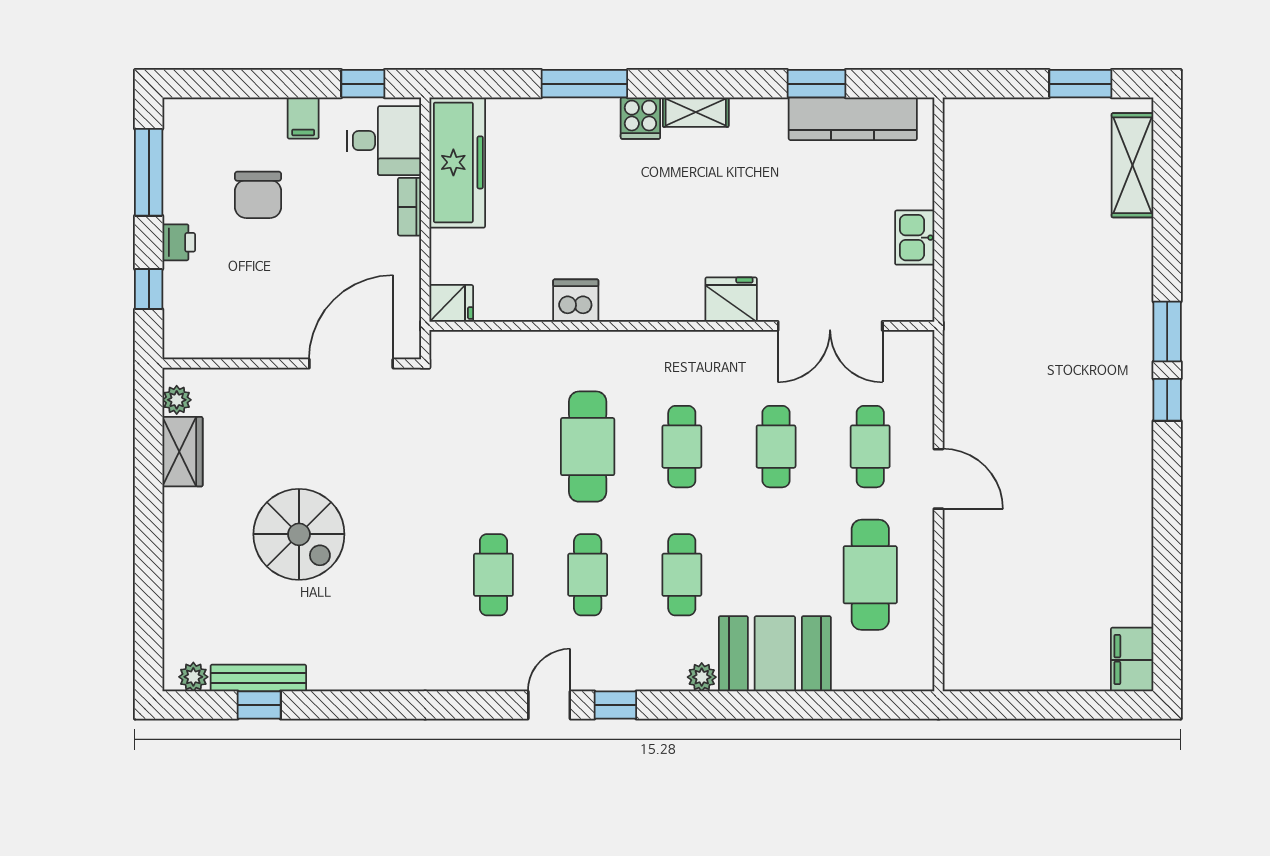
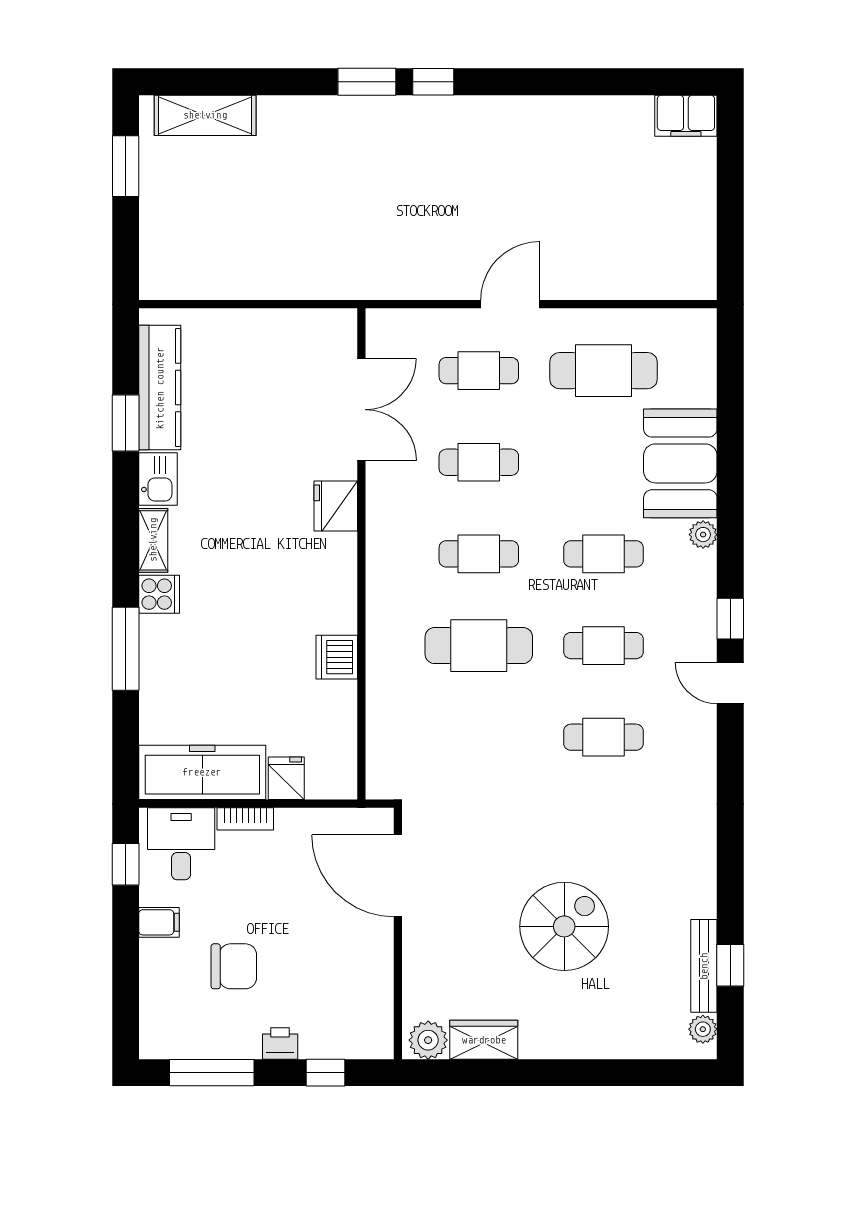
kitchen sink: (915, 238) -> (158, 479), moved, turned -90
fridge: (451, 303) -> (286, 778), moved
plant: (177, 400) -> (428, 1040), width x1.38, depth x1.38

